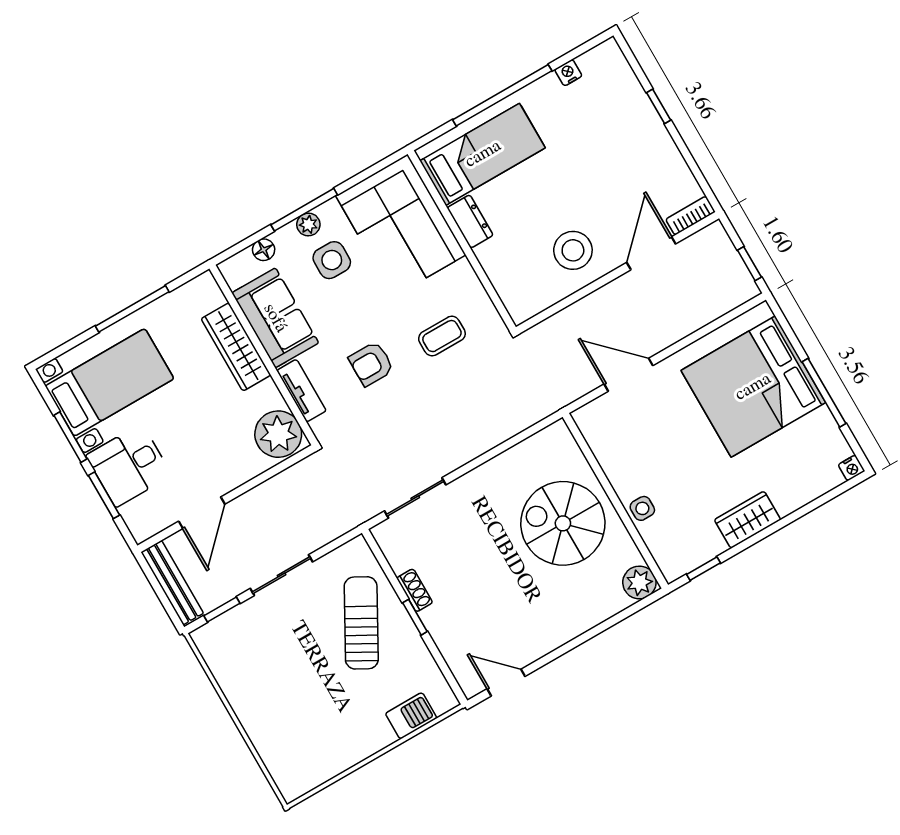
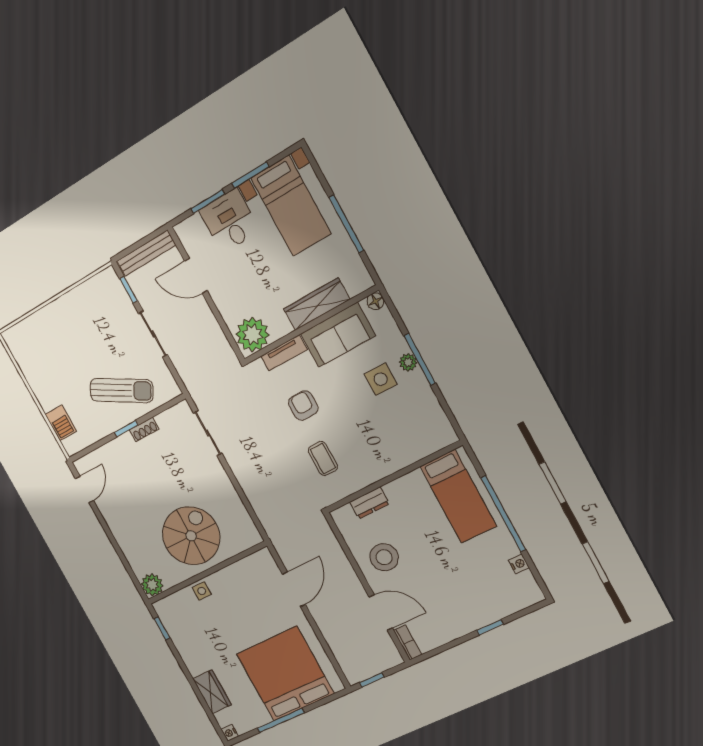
dresser: (470, 221) -> (369, 503), moved
corner sofa: (401, 225) -> (406, 432), removed
floor lamp: (264, 250) -> (376, 301), moved
wardrobe: (748, 520) -> (212, 692), moved

